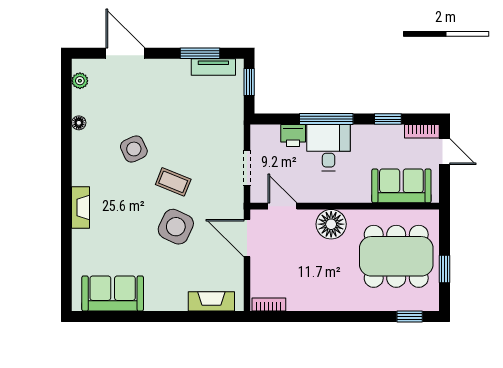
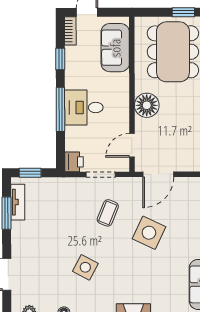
printer: (293, 135) -> (74, 162), moved
side table: (134, 149) -> (85, 267), turned -37
coffee table: (173, 182) -> (108, 213), moved

